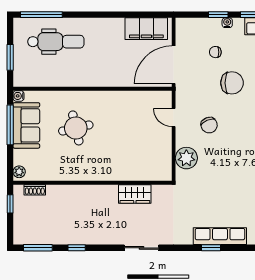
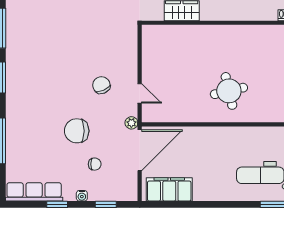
window: (218, 15) -> (106, 204), moved
round table: (76, 128) -> (229, 91), moved
plant: (186, 158) -> (131, 123), moved, width x0.53, depth x0.53

